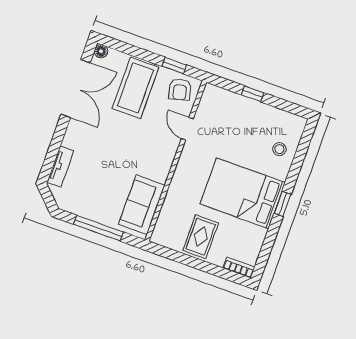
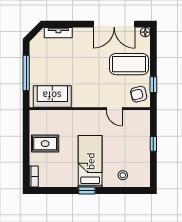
door: (187, 129) -> (114, 109), swing flipped
bed: (243, 193) -> (90, 161), width x0.67

